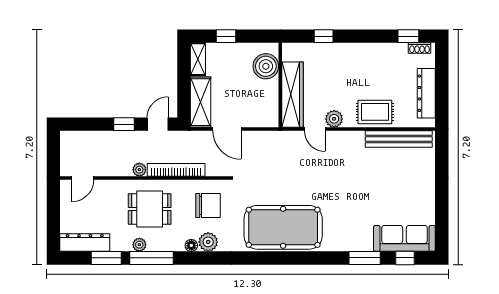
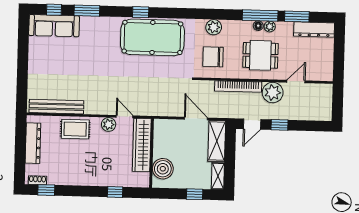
plant: (139, 170) -> (273, 93), width x1.87, depth x1.87
door: (83, 178) -> (296, 82), moved
floor lamp: (191, 245) -> (258, 26), moved
window: (298, 258) -> (141, 12), added

